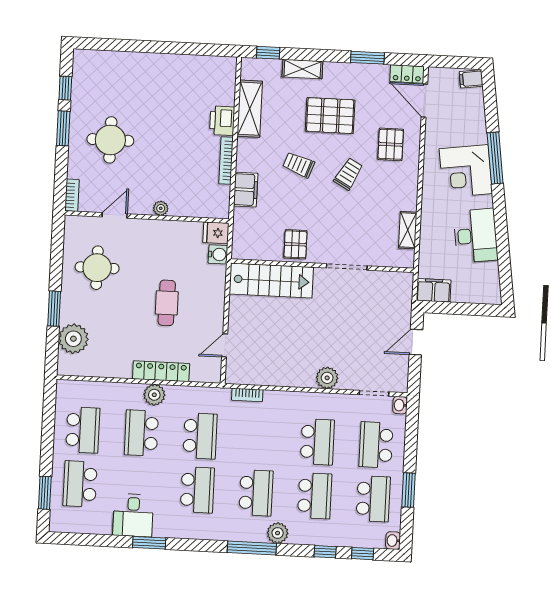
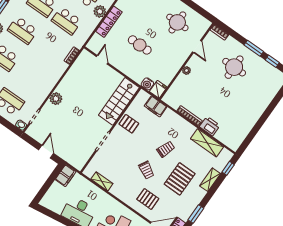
filing cabinet: (246, 190) -> (156, 106), moved
school desk: (317, 442) -> (28, 75), removed

